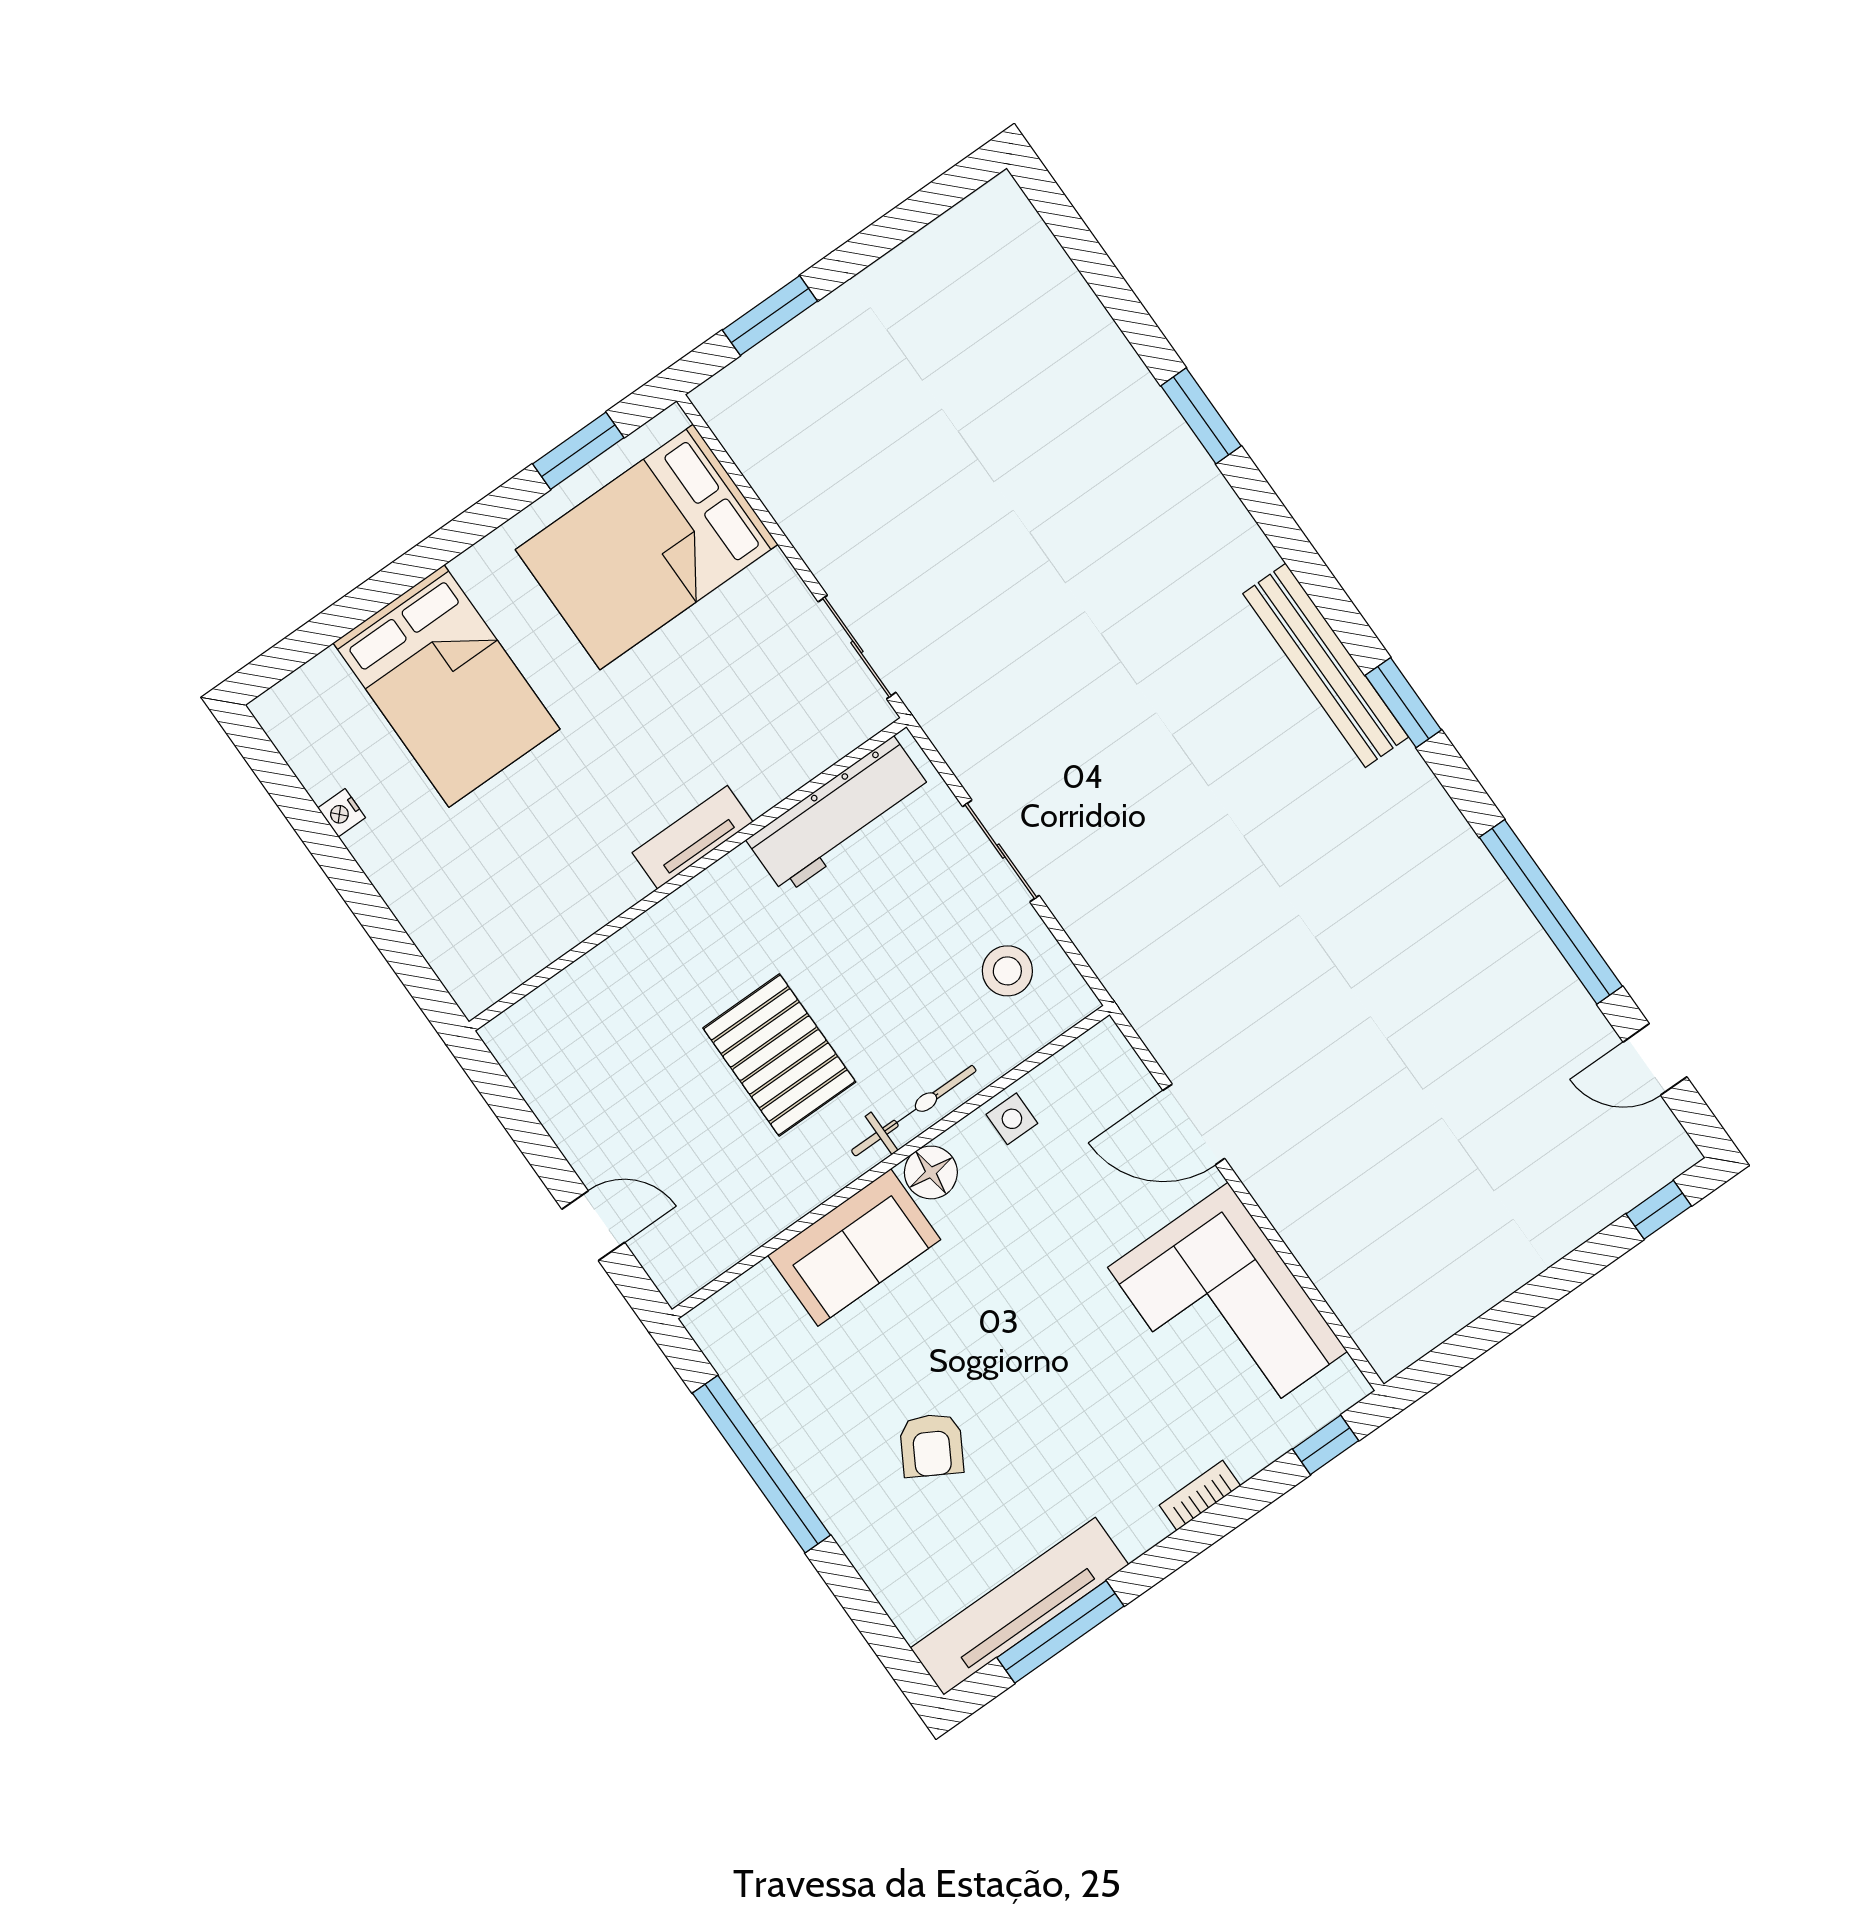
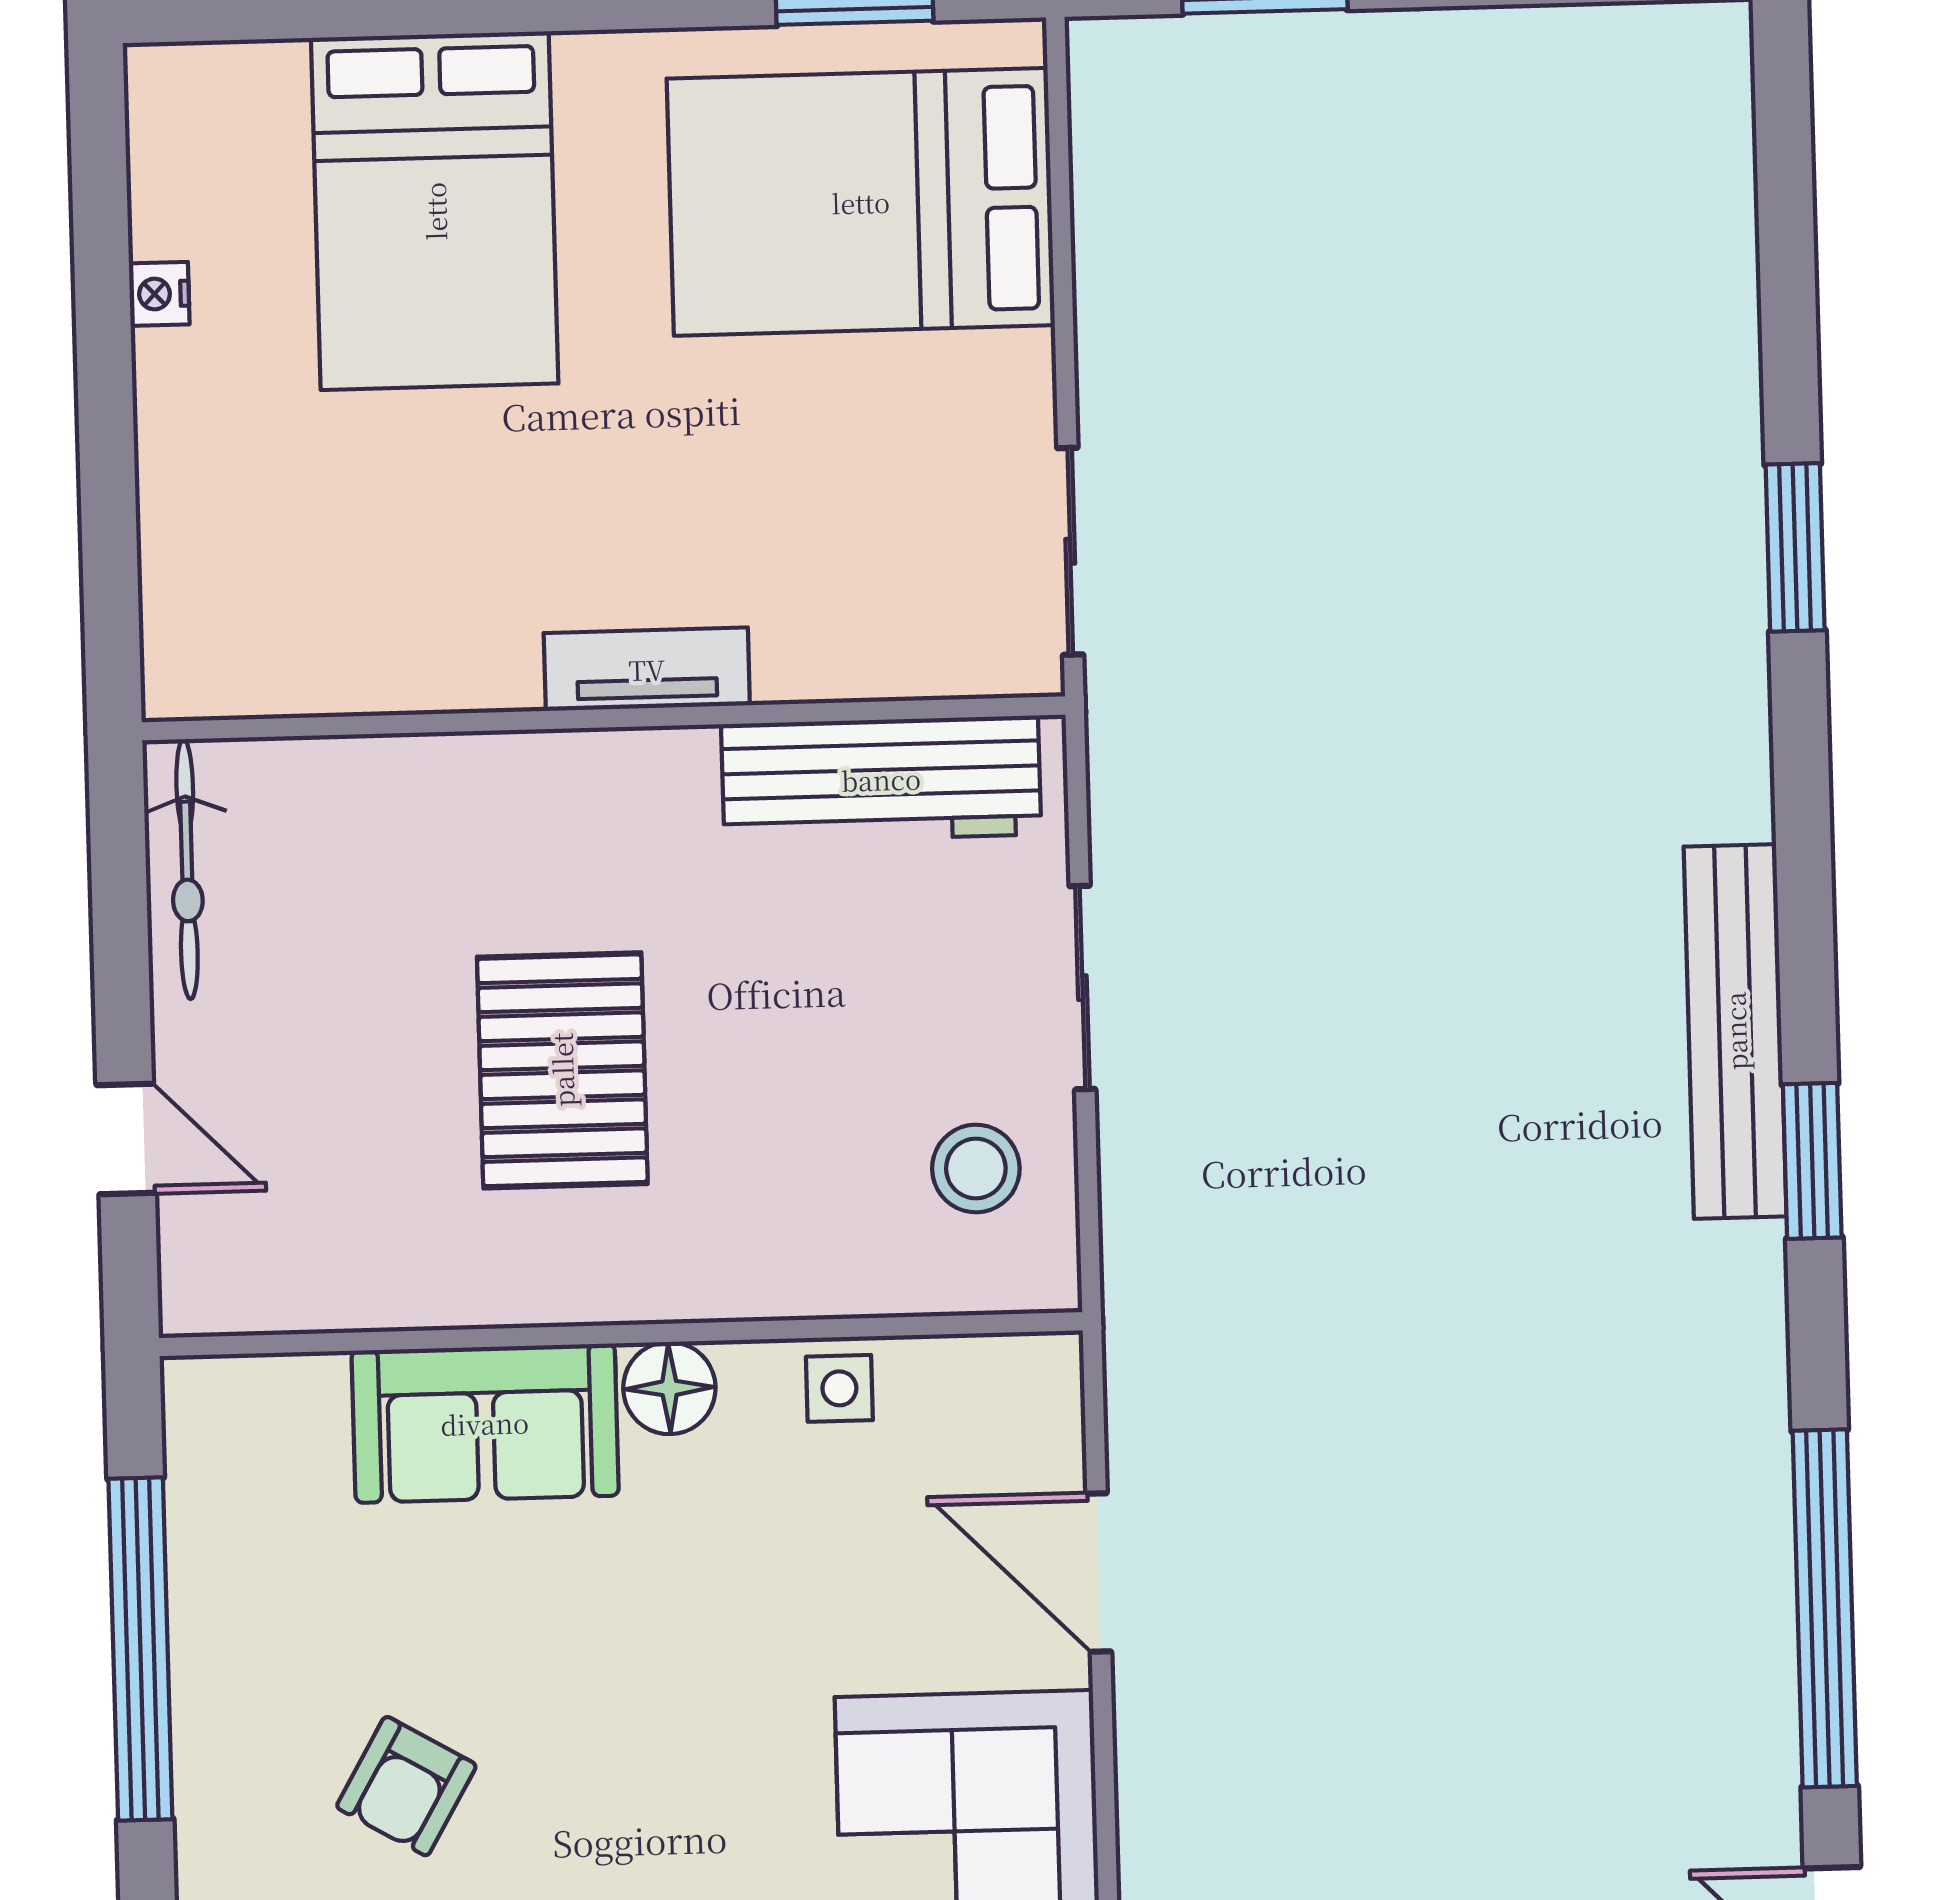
bicycle: (914, 1111) -> (187, 869), moved, turned 90

